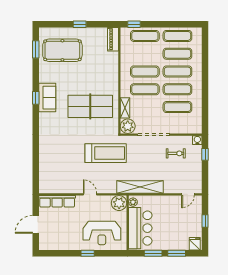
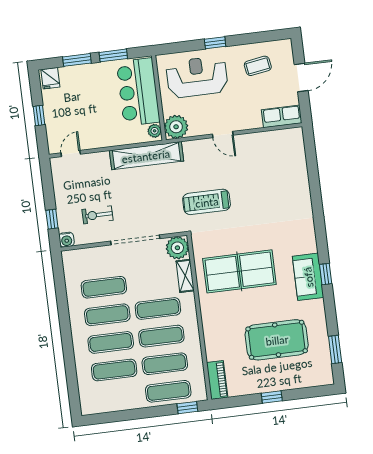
exercise mat: (177, 36) -> (165, 364), moved
pool table: (62, 50) -> (277, 340), moved
treadmill: (106, 153) -> (207, 202), width x0.73, depth x0.73
row of seats: (57, 201) -> (282, 116), width x0.68
coffee table: (62, 235) -> (258, 66), added

